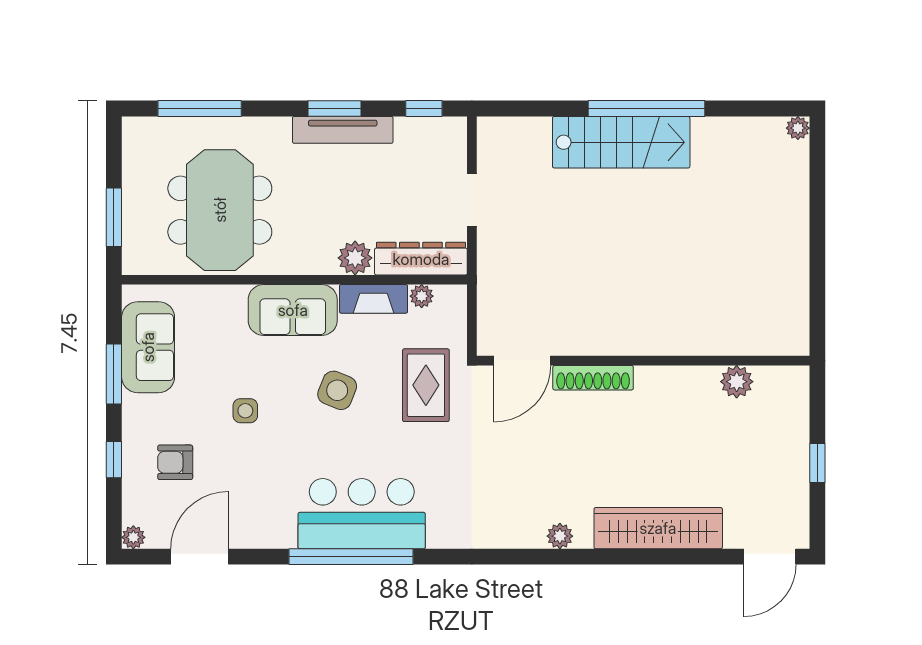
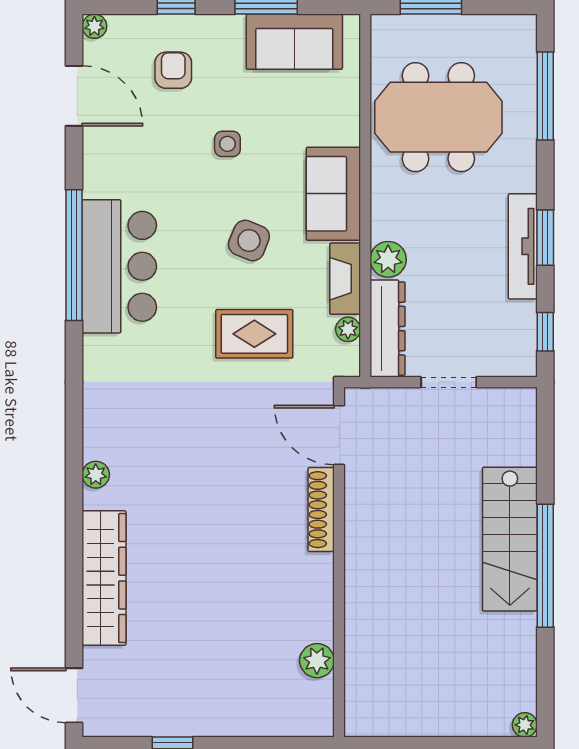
door: (522, 361) -> (339, 435), moved
wall: (643, 361) -> (339, 562), moved
shoe rack: (593, 378) -> (321, 510), moved
plant: (737, 382) -> (317, 661), moved

